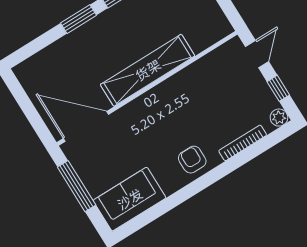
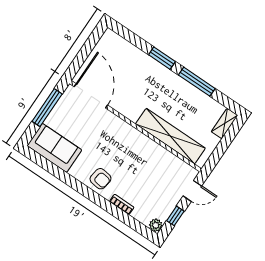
shelving: (148, 70) -> (170, 136), moved
bookcase: (243, 143) -> (122, 204), width x0.64
armchair: (192, 160) -> (100, 179), turned 98

